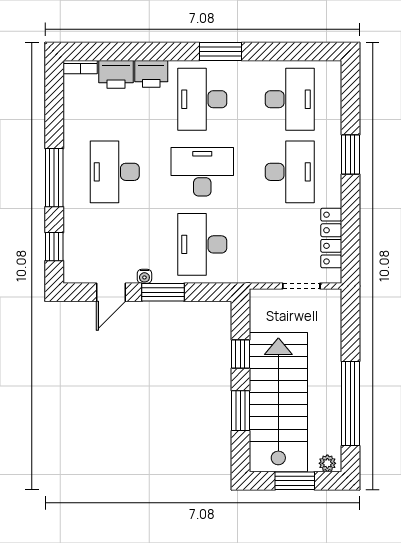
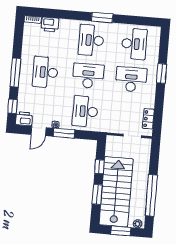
printer: (151, 74) -> (24, 119), moved, turned 180
desk: (290, 172) -> (131, 79), turned -90
locker: (331, 238) -> (148, 119), width x0.66

